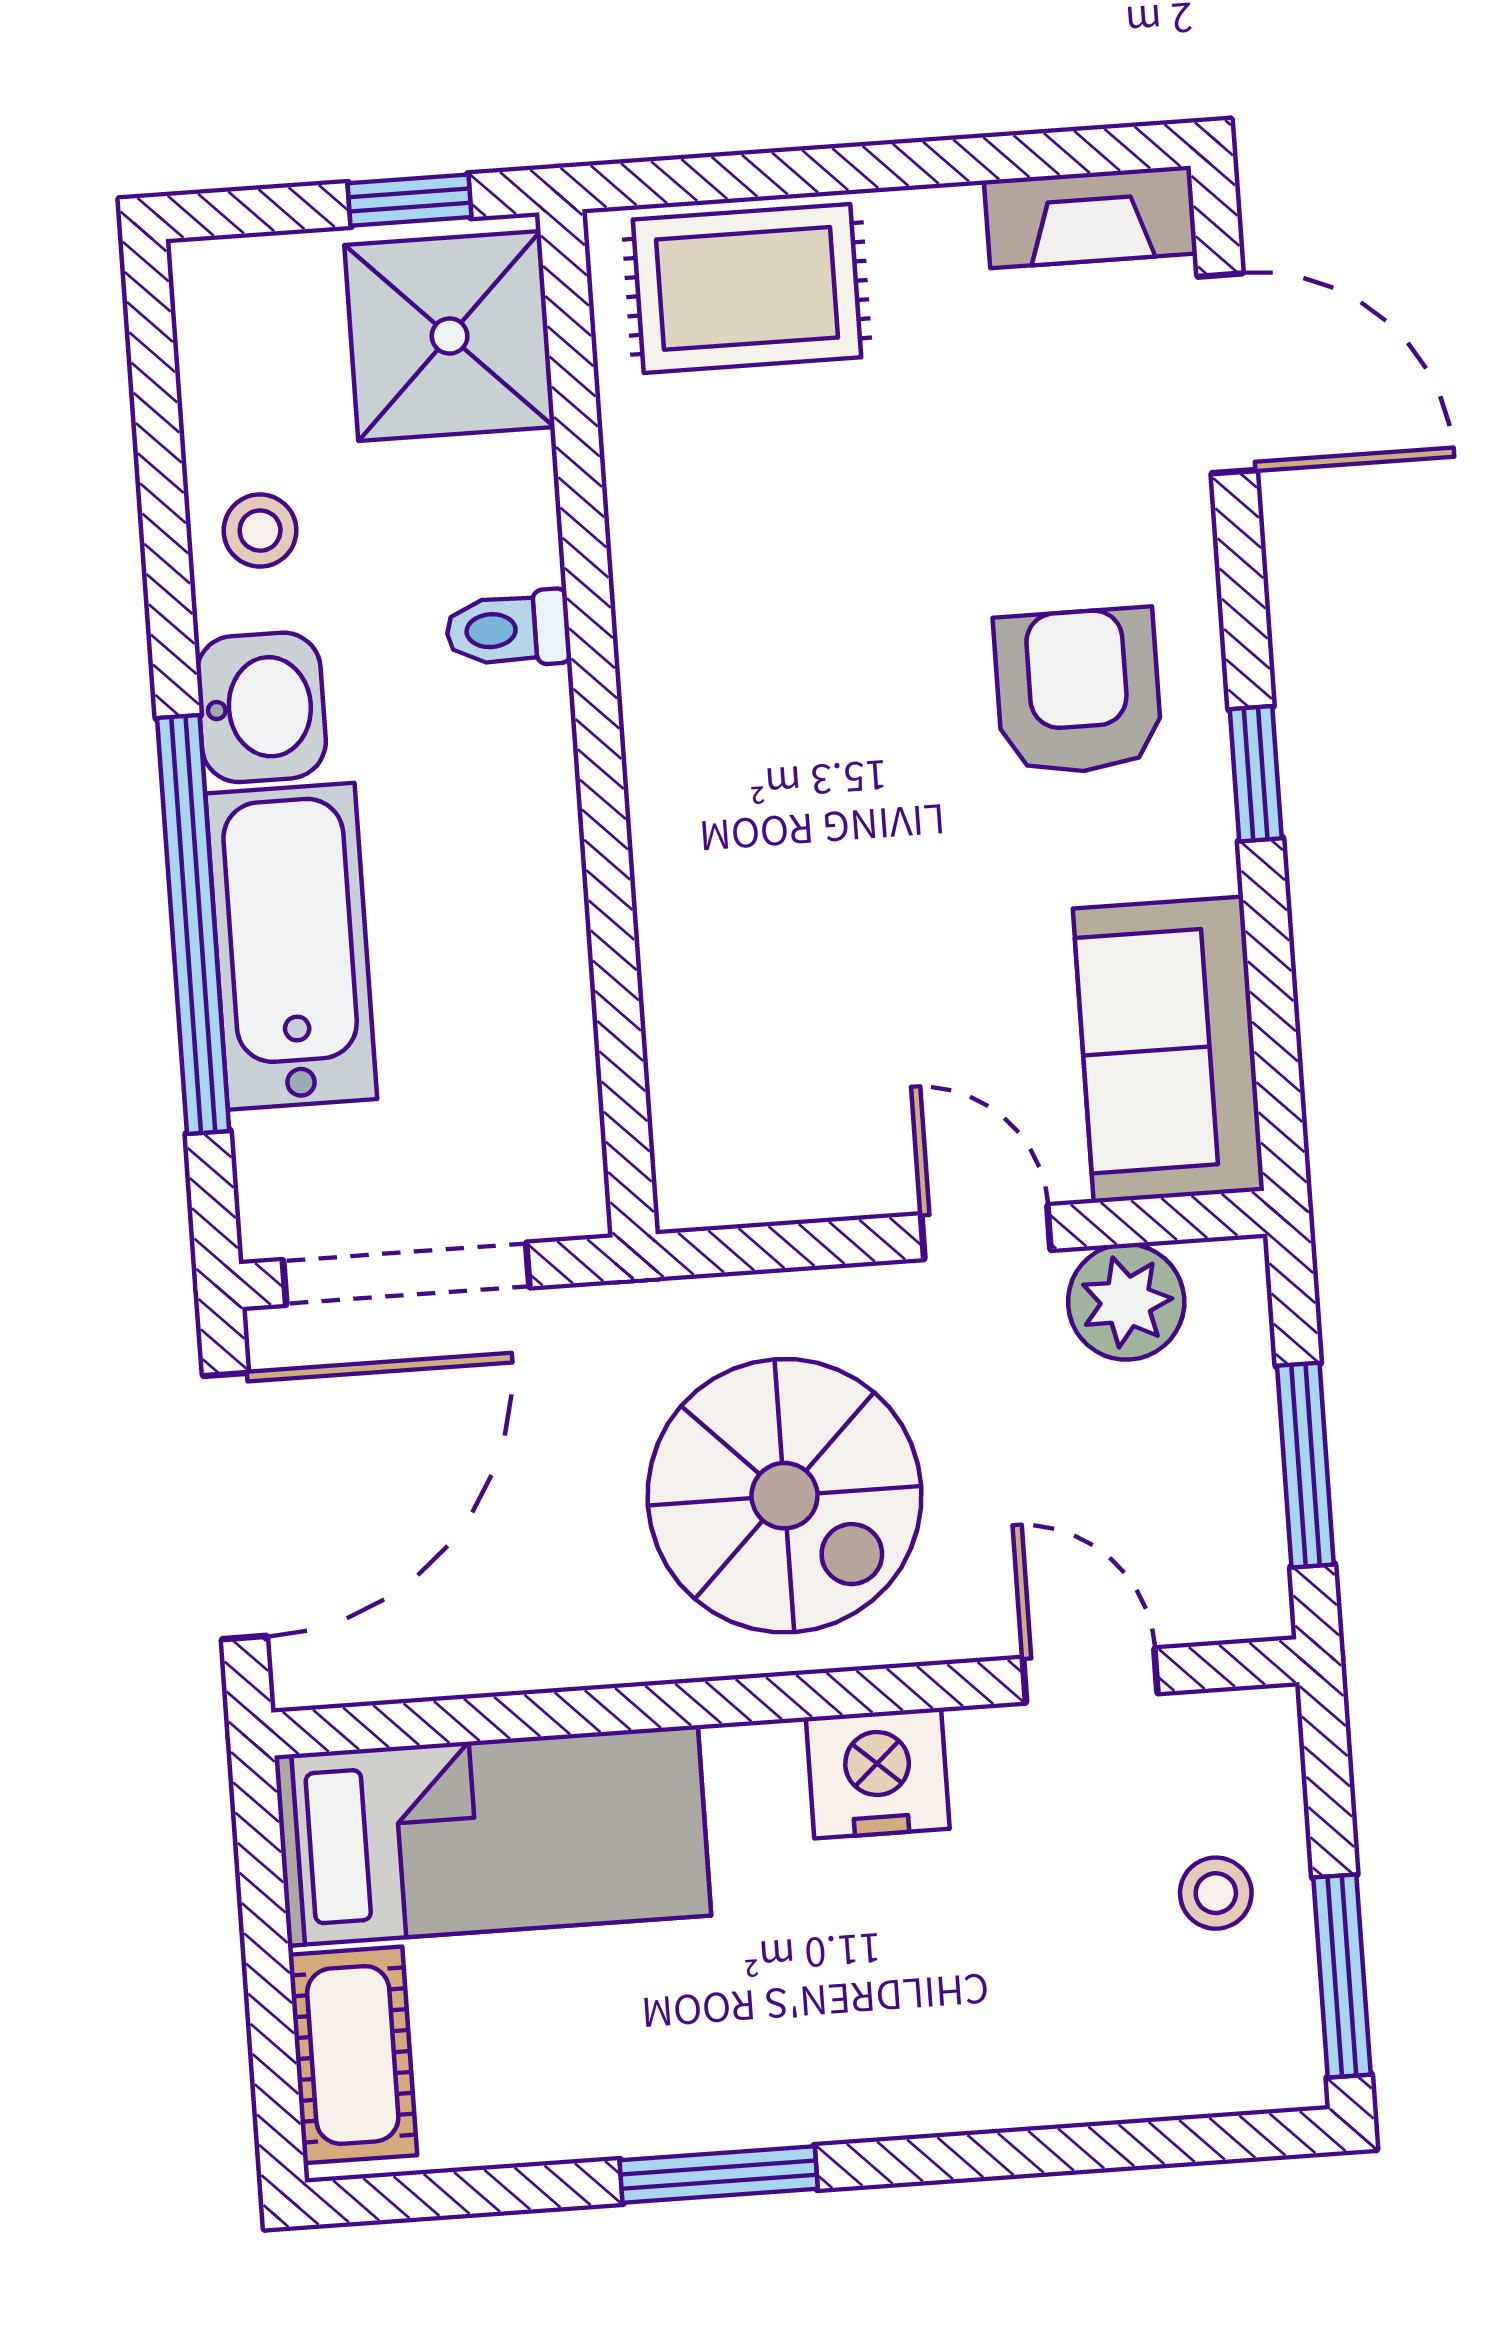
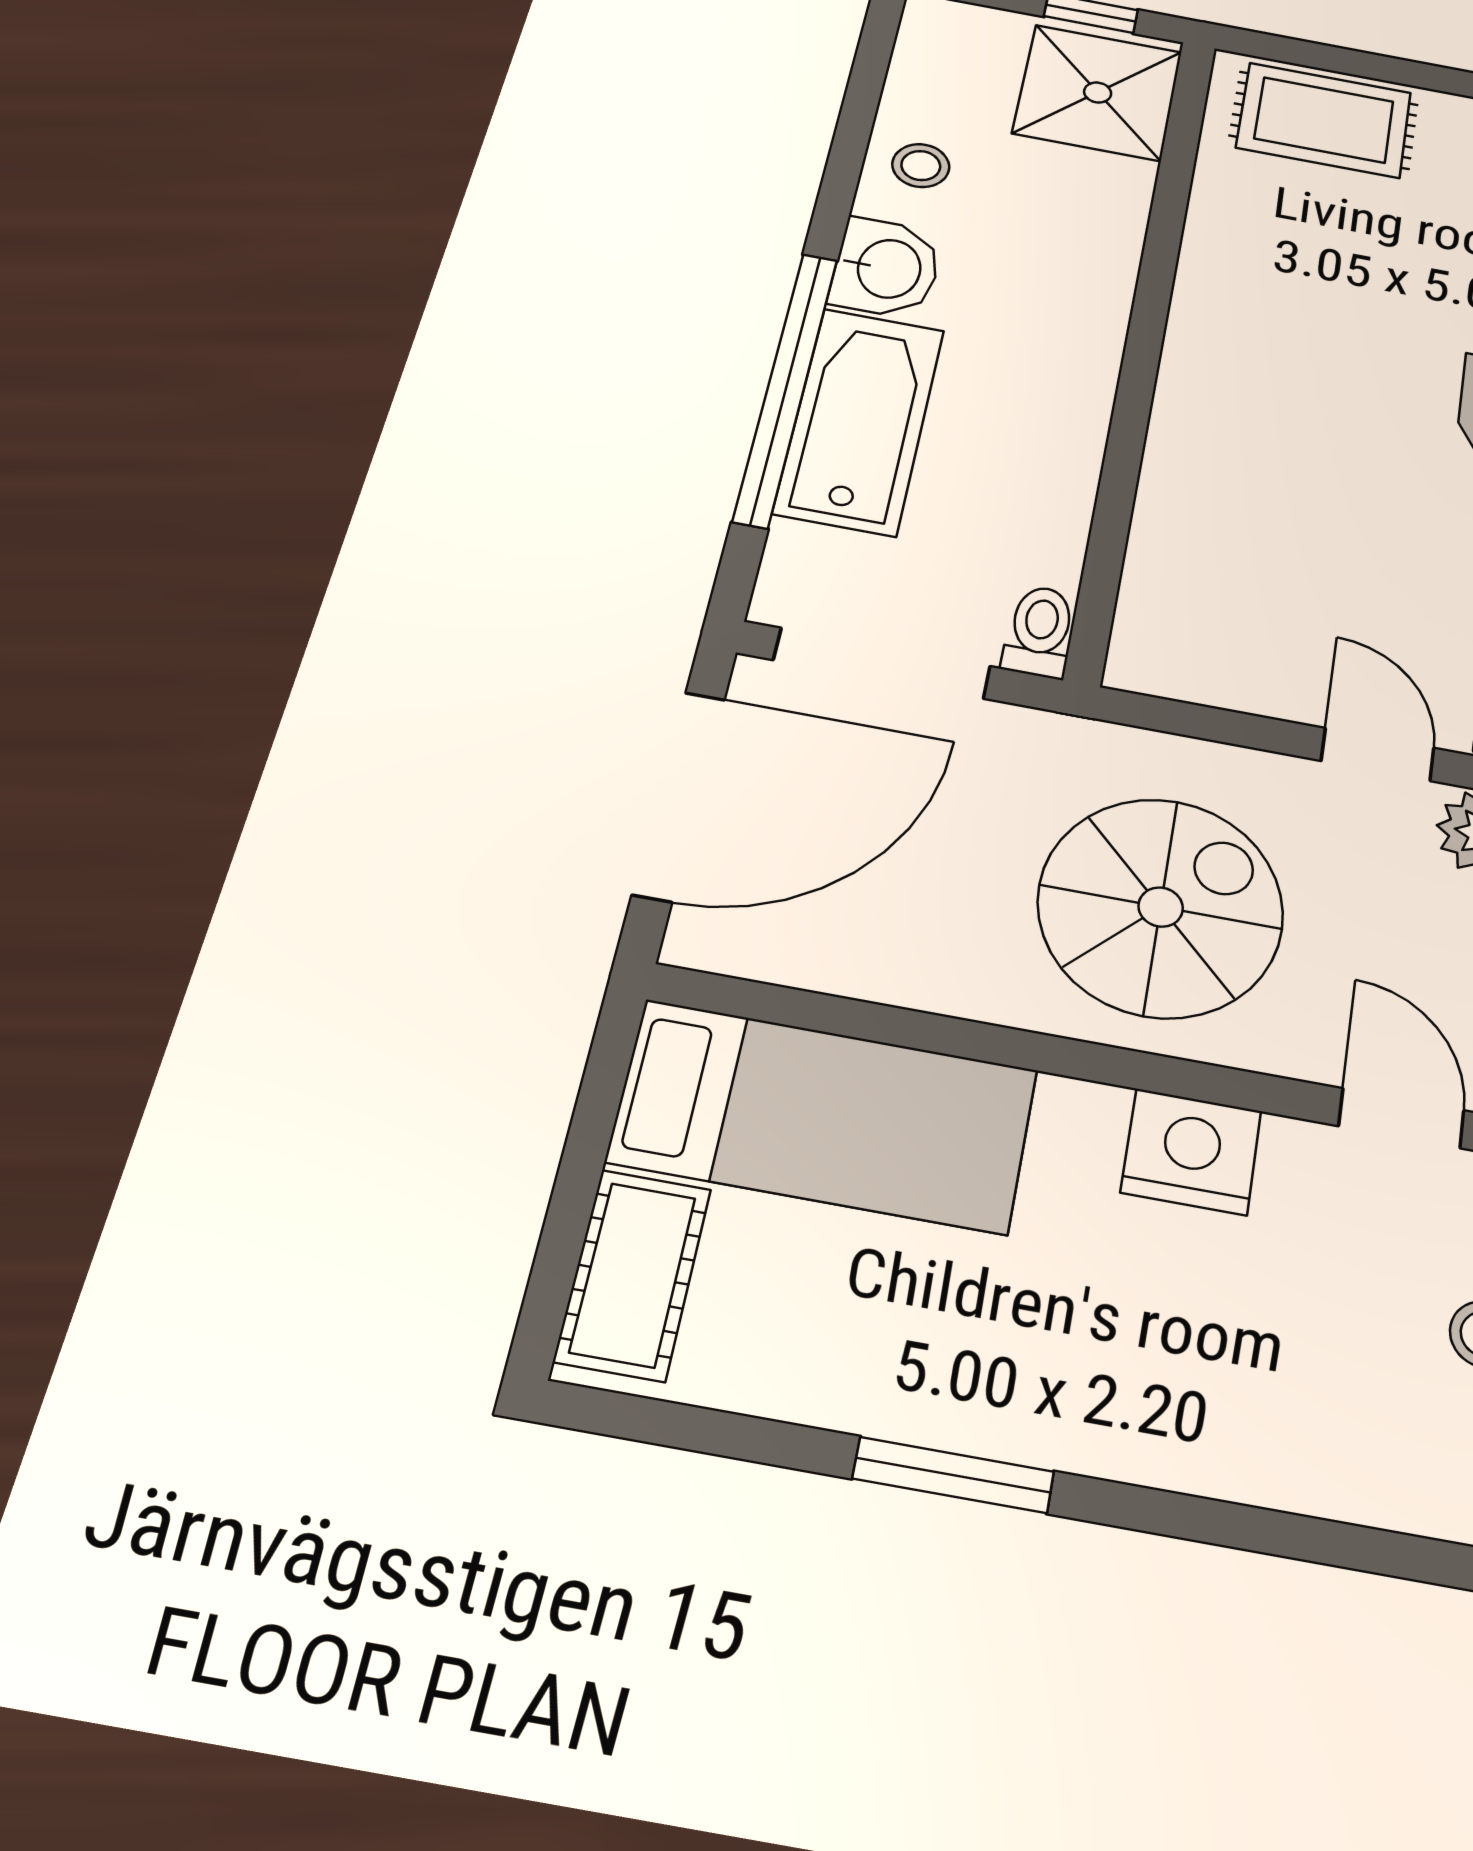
toilet: (508, 629) -> (1040, 631), moved, turned 90
spiral stairs: (784, 1496) -> (1161, 907), turned -90

